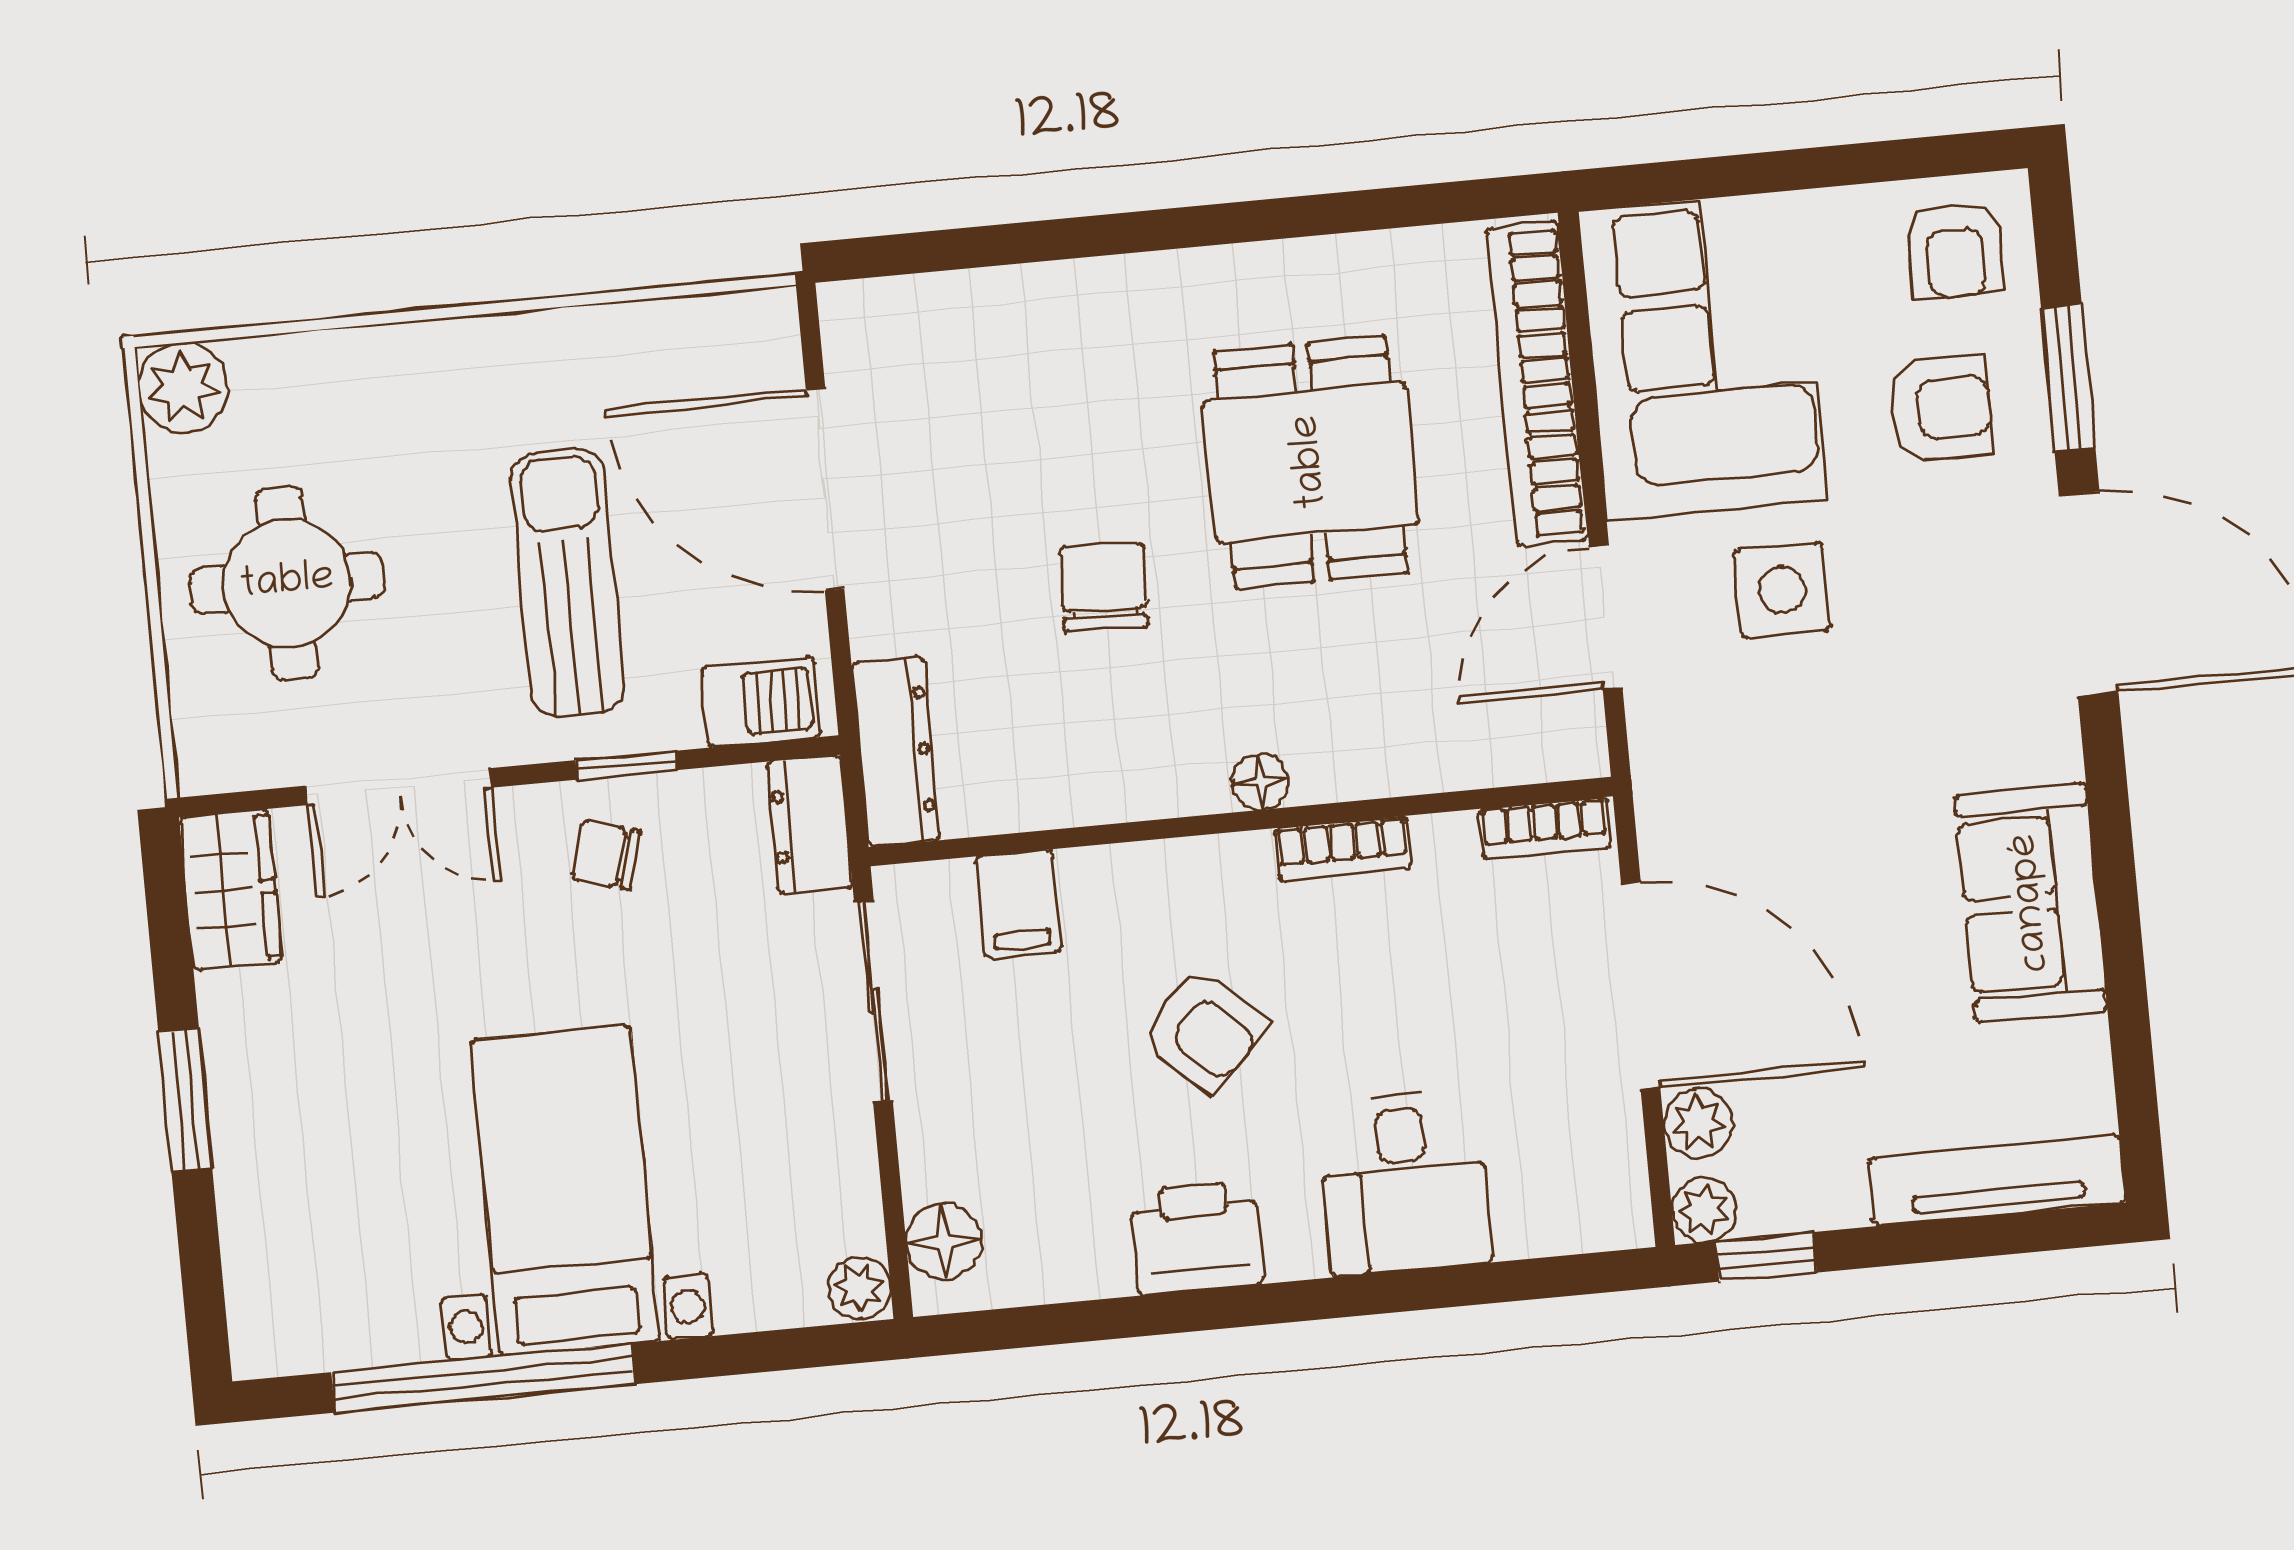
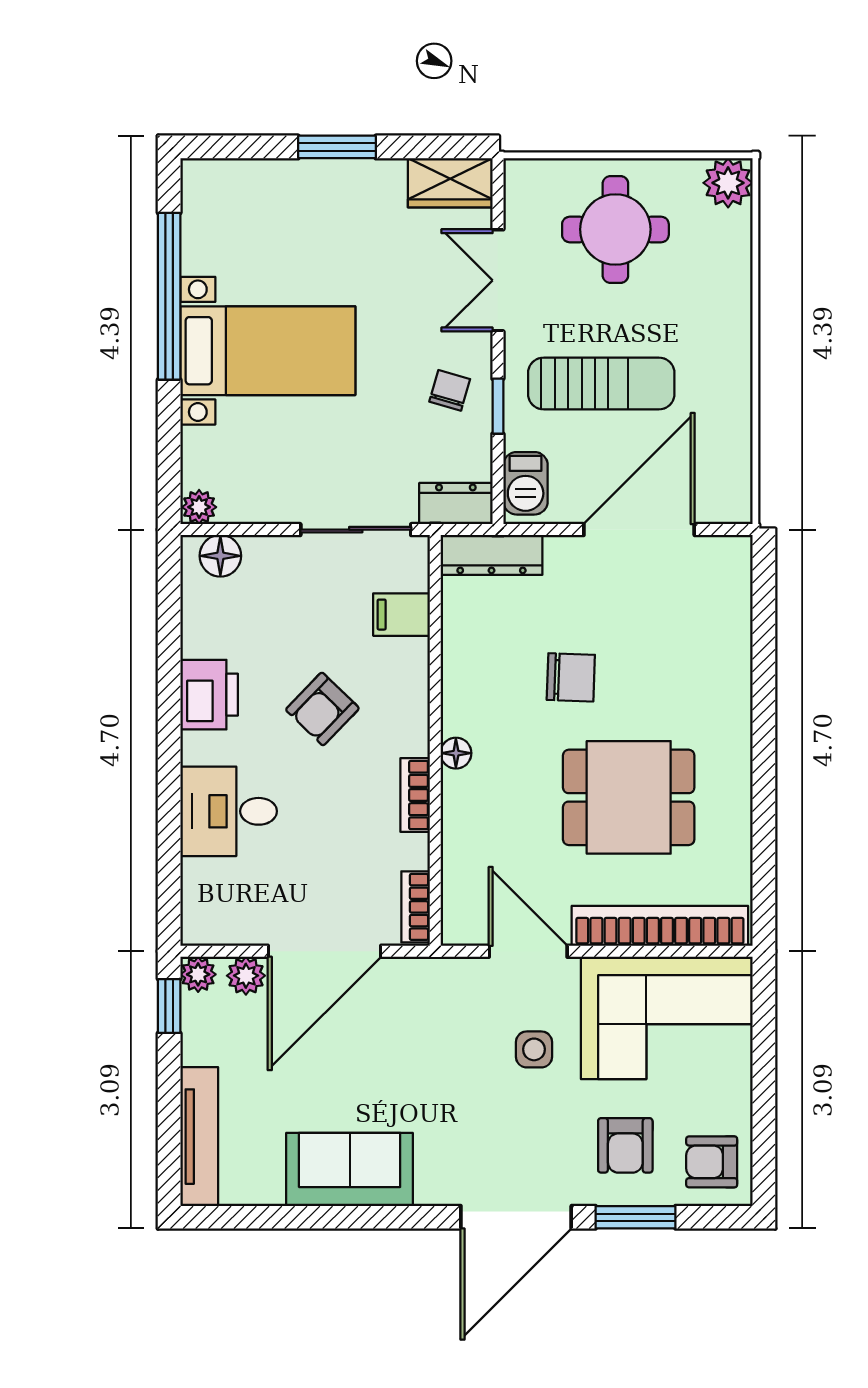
side table: (1782, 590) -> (534, 1049), width x0.73, depth x0.73

